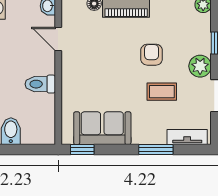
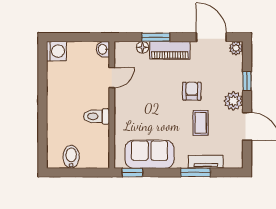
door: (58, 39) -> (112, 78), swing flipped
coffee table: (162, 92) -> (201, 123), turned 90
tv unit: (187, 137) -> (206, 162), moved

